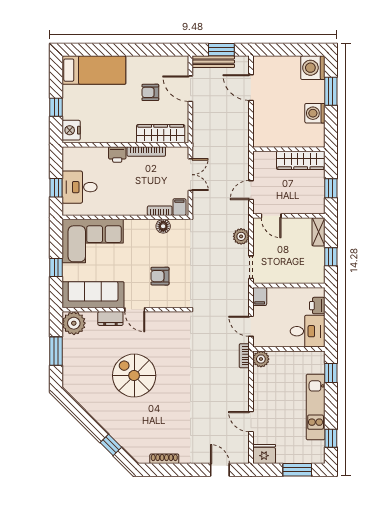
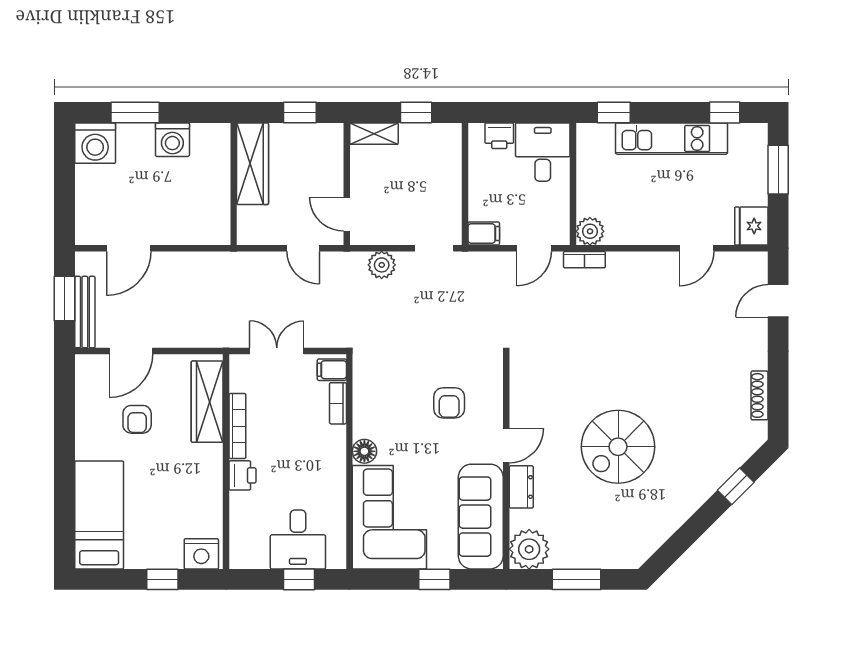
door: (271, 216) -> (347, 214), swing flipped
floor lamp: (163, 226) -> (364, 451), moved

